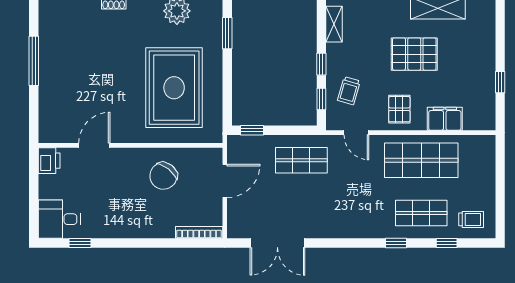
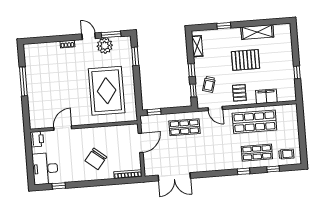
chair: (163, 176) -> (96, 159), moved
desk: (59, 219) -> (45, 169), width x1.37

